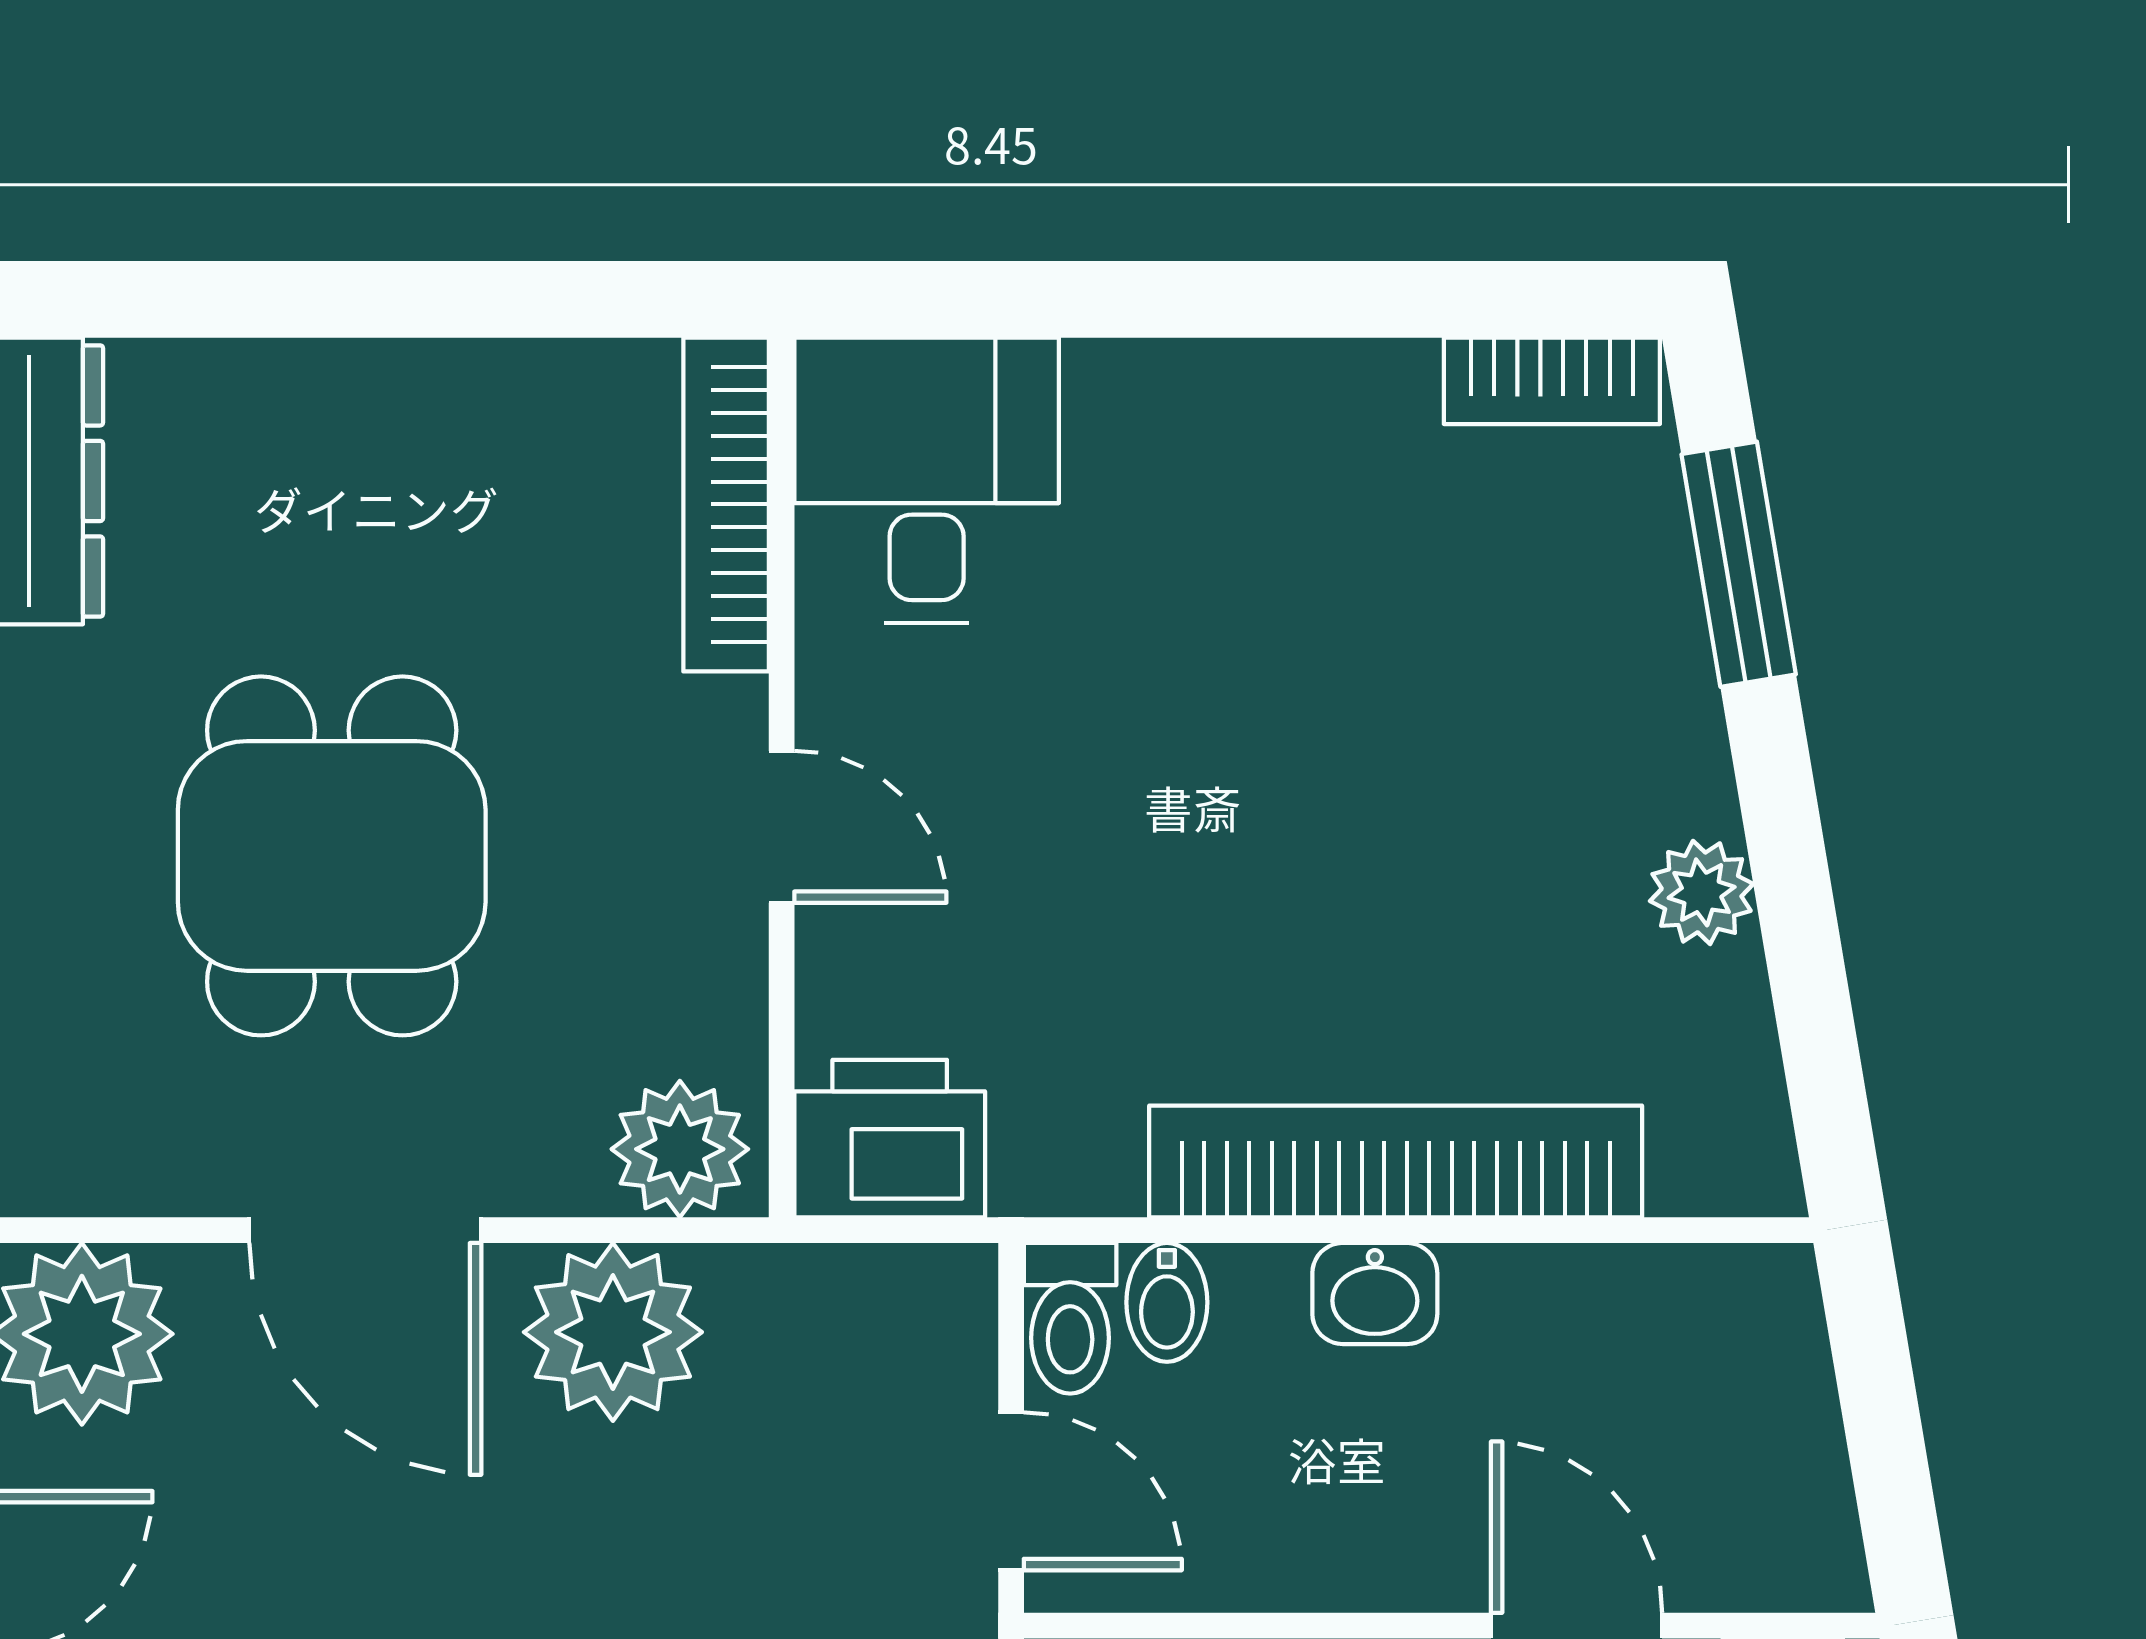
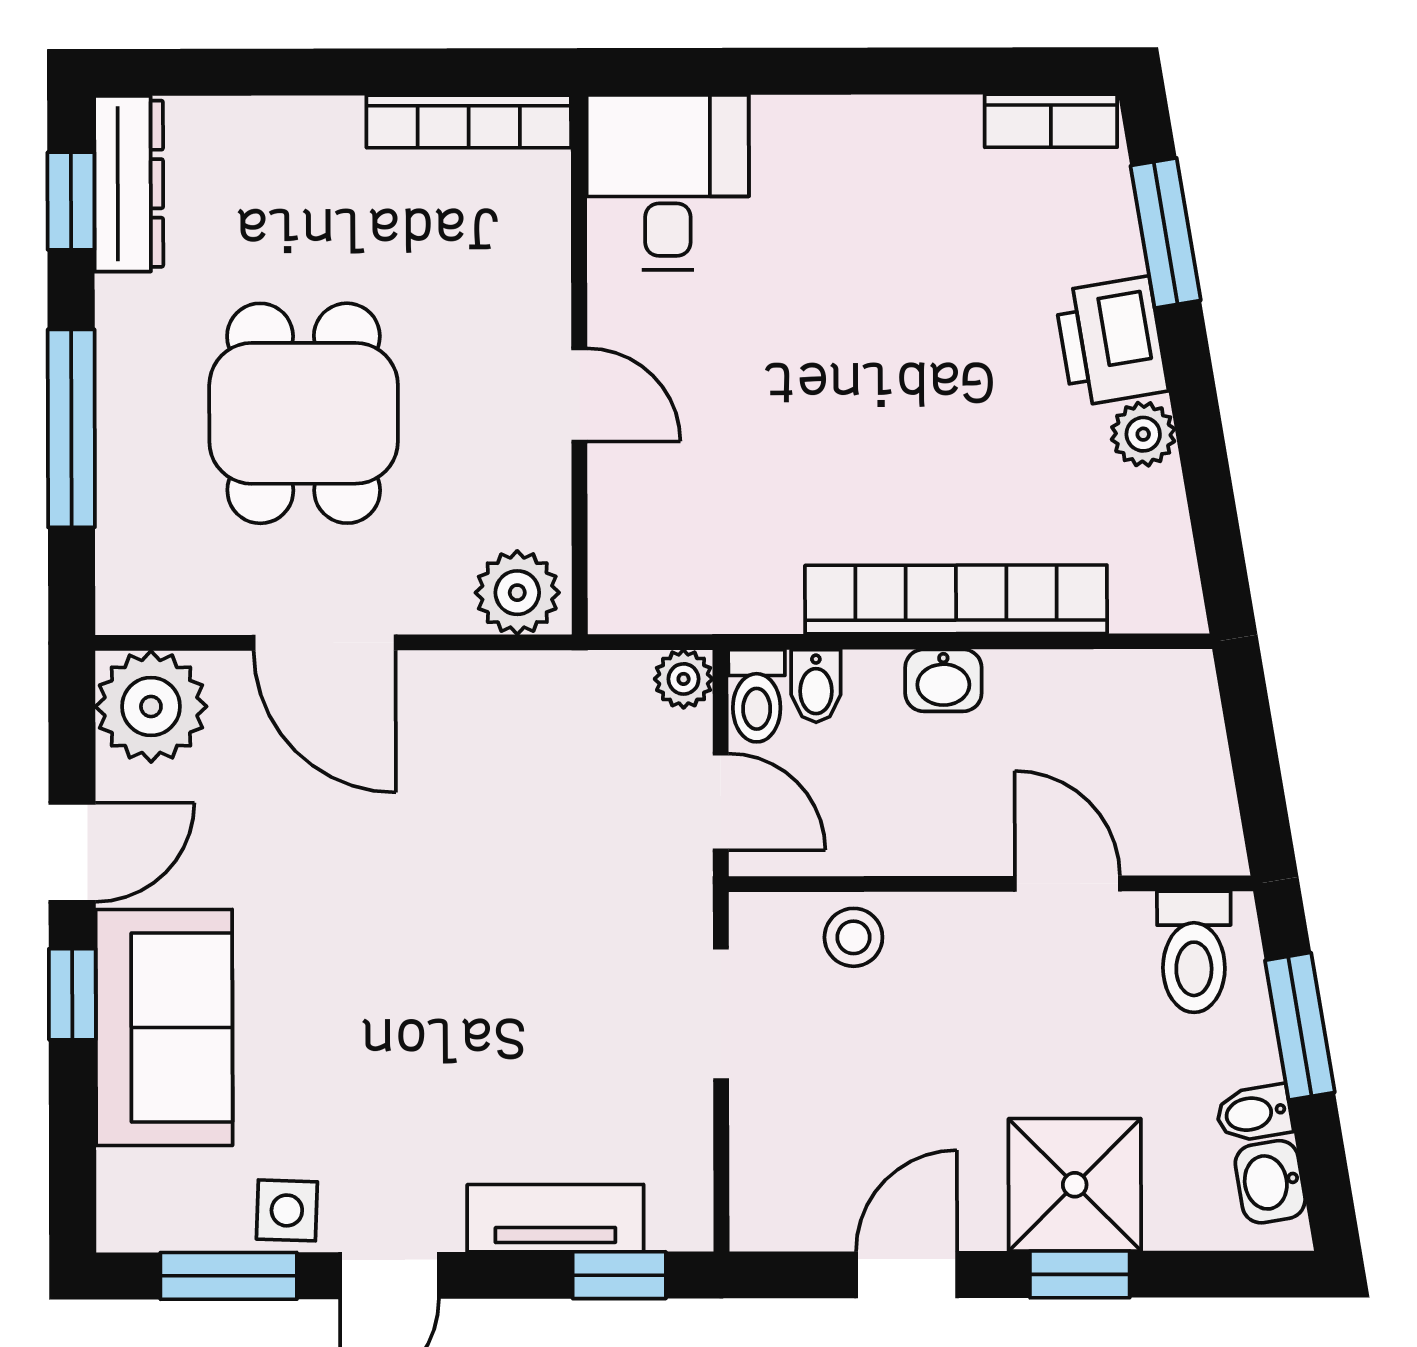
bookcase: (726, 504) -> (469, 122), moved, turned -90
printer: (890, 1139) -> (1111, 341), moved, turned -100
plant: (613, 1332) -> (684, 679), moved, width x0.53, depth x0.53

